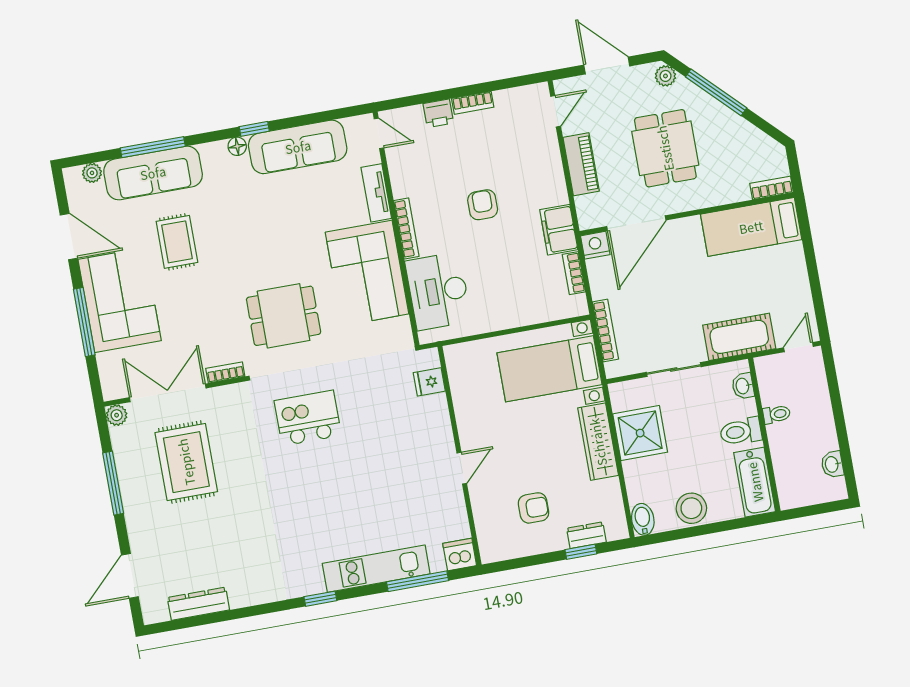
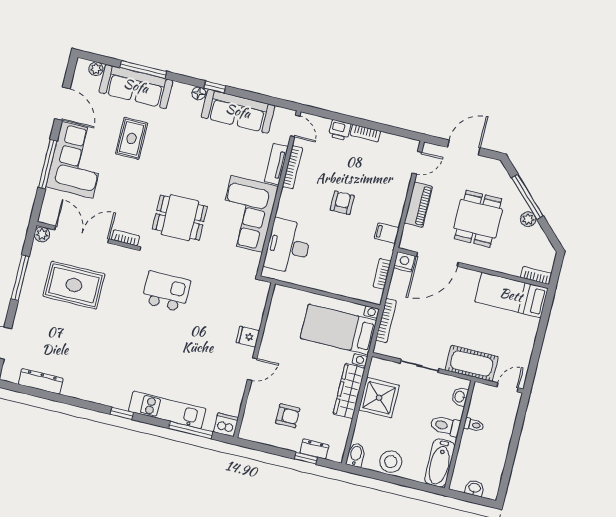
door: (607, 65) -> (464, 148), hinge flipped
plant: (665, 76) -> (528, 219), moved
bookcase: (406, 228) -> (292, 167), moved
filing cabinet: (559, 230) -> (387, 233), width x0.50
fridge: (429, 382) -> (248, 337), moved
rug: (186, 462) -> (74, 285), turned 90
washbasin: (832, 464) -> (474, 488), moved, turned 90

